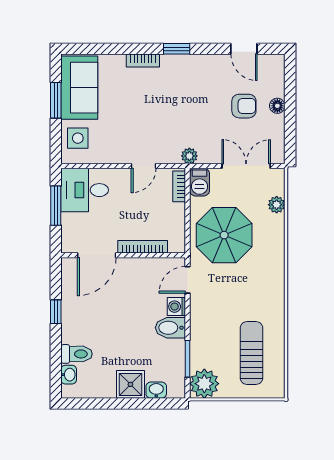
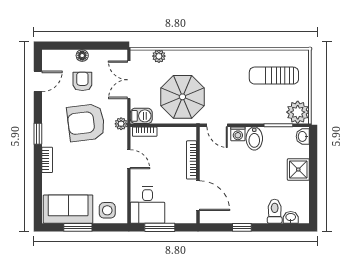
armchair: (191, 111) -> (86, 123), added
washbasin: (156, 390) -> (303, 136), moved

